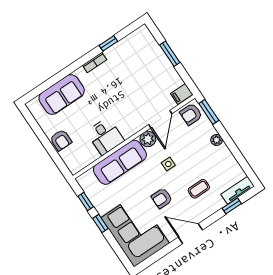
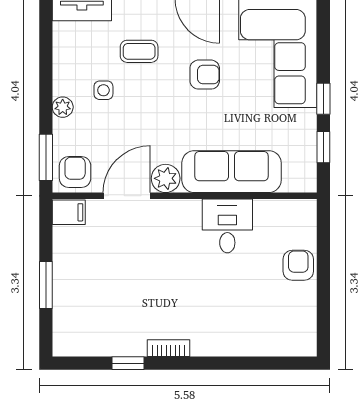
sofa: (62, 95) -> (251, 333), removed
armchair: (191, 114) -> (75, 172), turned -90
side table: (168, 164) -> (103, 90), moved

